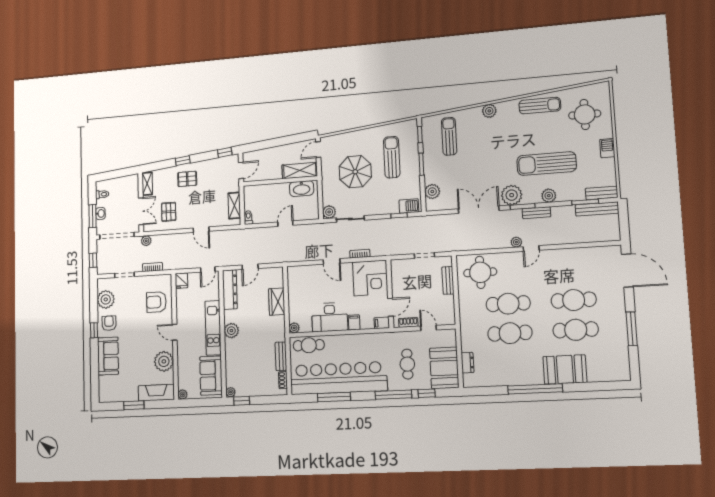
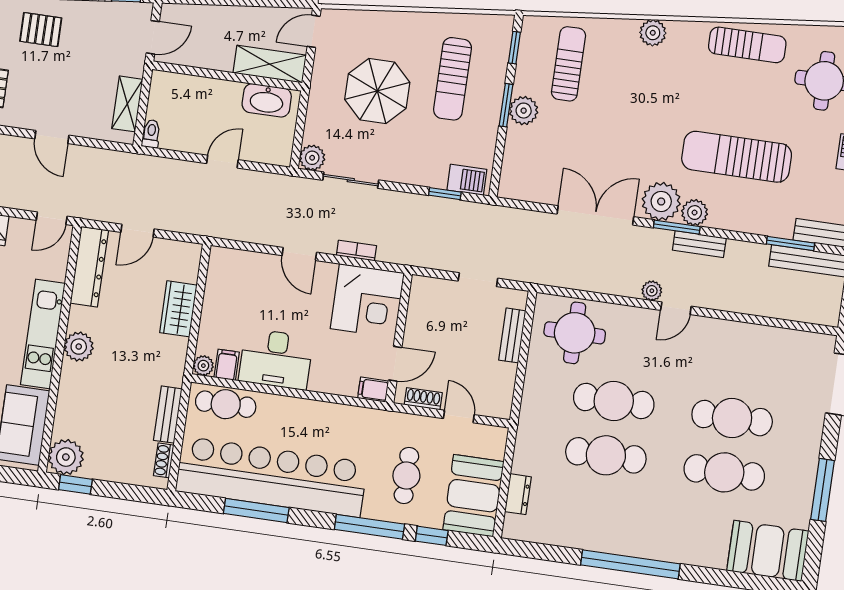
sun lounger: (392, 157) -> (453, 79), turned 180
plant: (432, 192) -> (524, 111), moved
plant: (549, 196) -> (695, 213), moved
filing cabinet: (354, 322) -> (227, 365), moved
booth: (565, 369) -> (768, 551), moved
plant: (231, 392) -> (66, 457), width x1.87, depth x1.87

